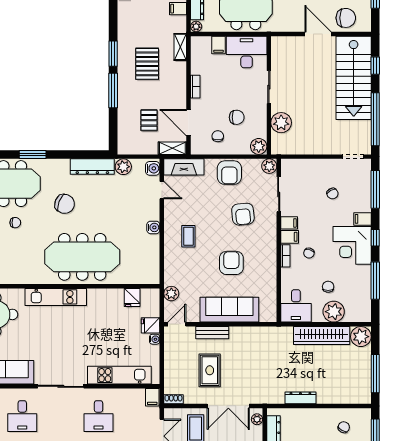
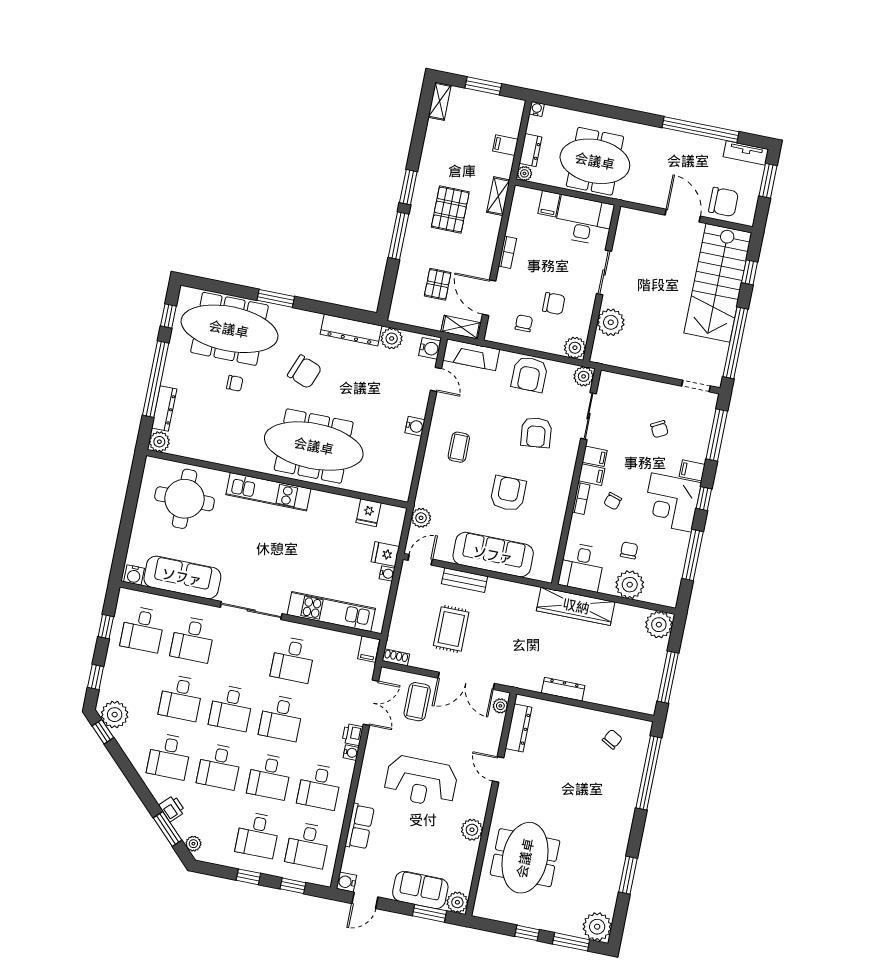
wardrobe: (322, 335) -> (576, 606), moved

